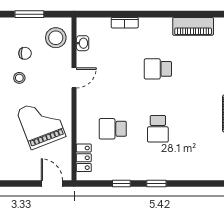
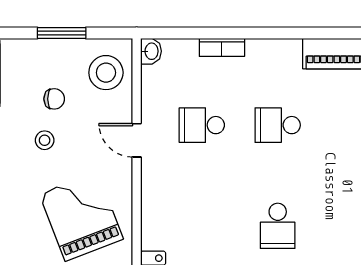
washbasin: (83, 43) -> (151, 51), moved
door: (74, 78) -> (137, 140), swing flipped
school desk: (113, 129) -> (202, 125), moved

